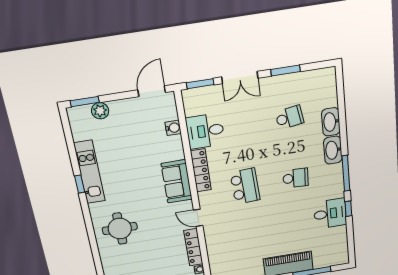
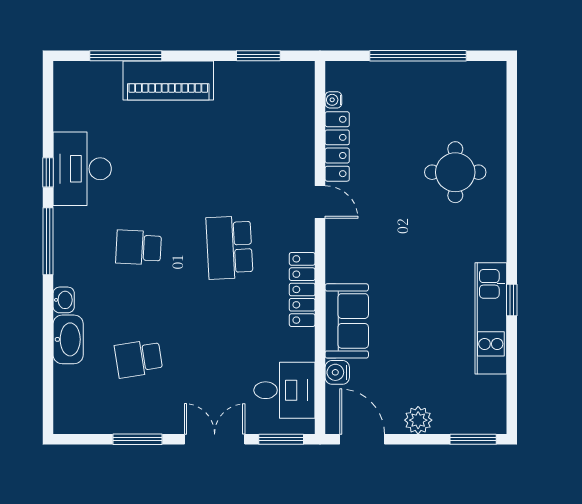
door: (152, 91) -> (362, 439), swing flipped
plant: (100, 111) -> (418, 420), moved
desk: (205, 131) -> (284, 390), moved
washbasin: (333, 150) -> (64, 300), width x0.52, depth x0.69
sofa: (177, 181) -> (347, 321), moved
desk: (330, 214) -> (82, 169), width x1.37
round table: (120, 229) -> (455, 172), moved

